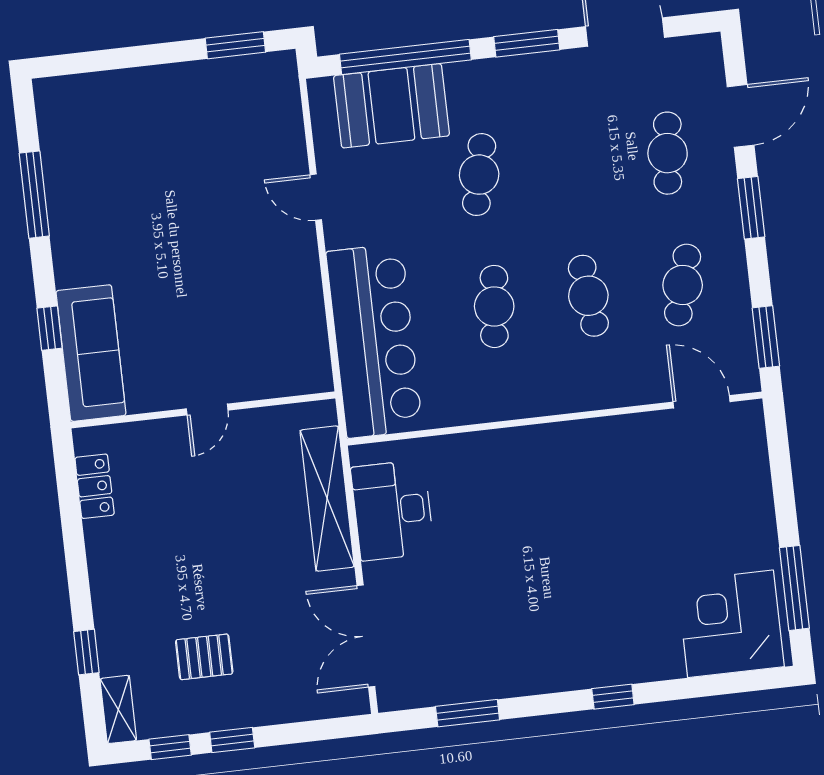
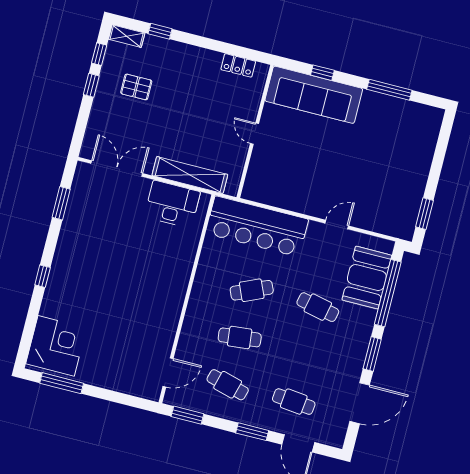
cafe table: (494, 306) -> (252, 290), turned -30
sofa: (91, 353) -> (314, 95), width x1.36, depth x1.27
pallet: (204, 657) -> (136, 87), turned 90

